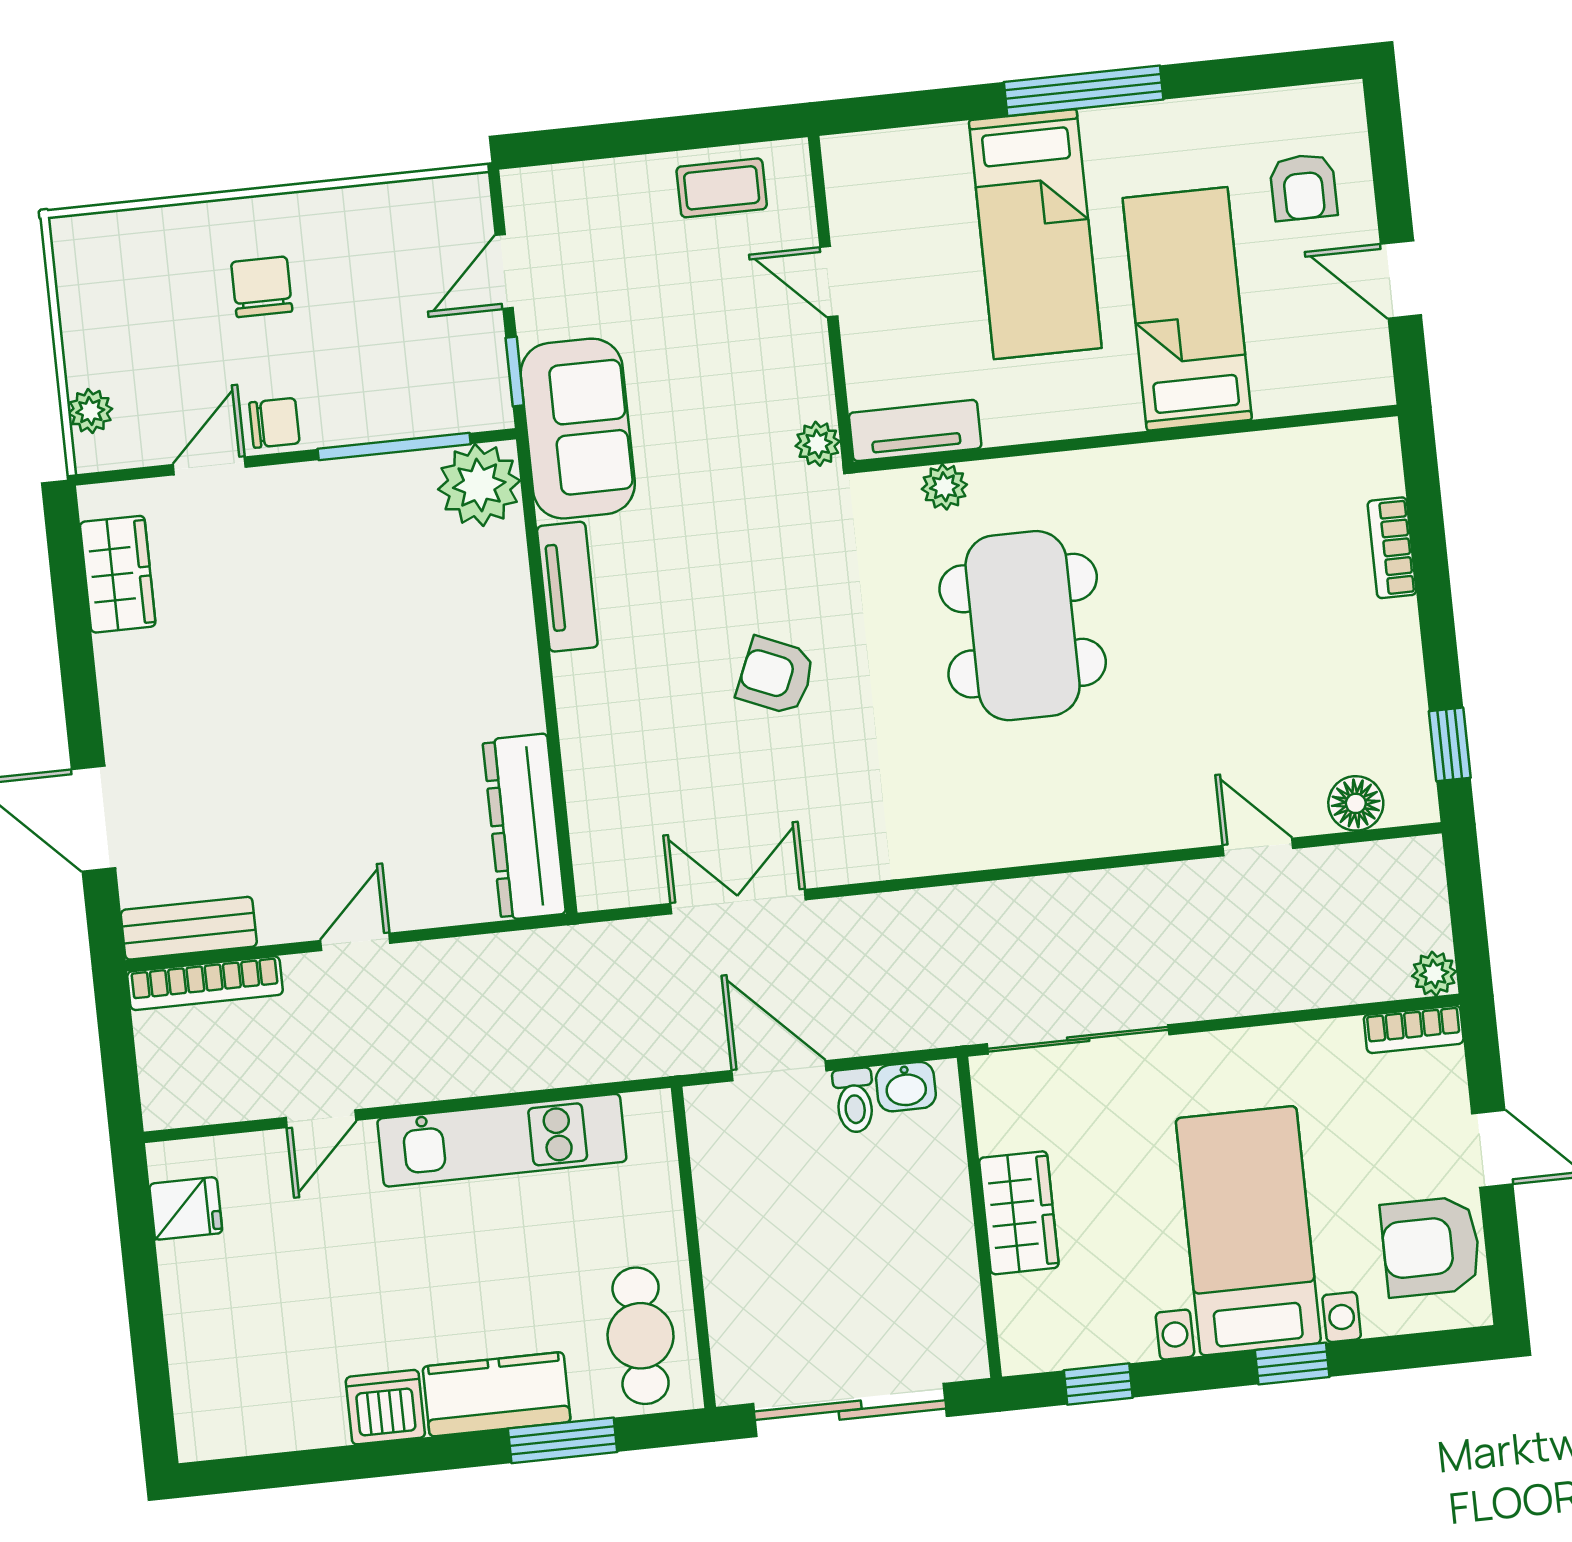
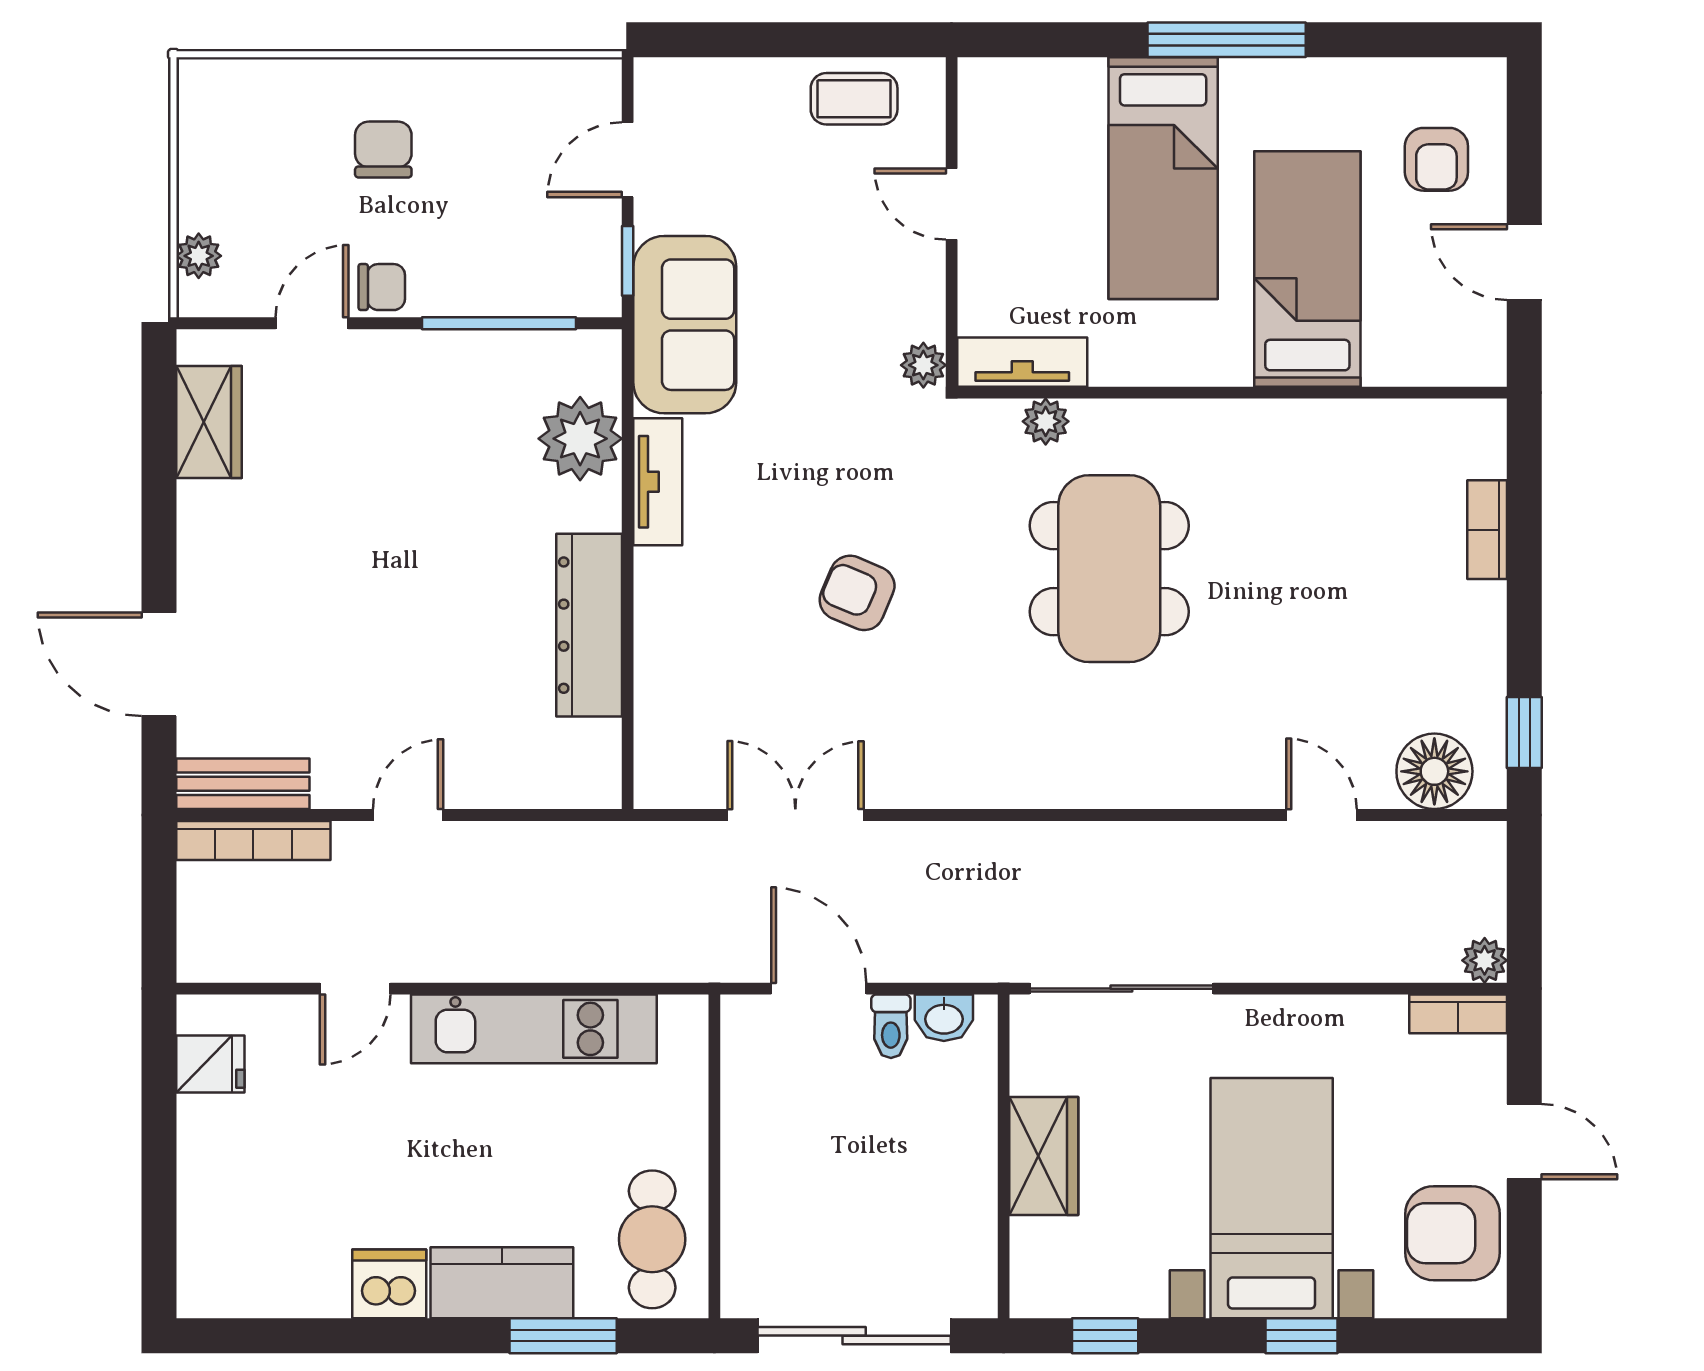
plant: (479, 485) -> (580, 439), moved
floor lamp: (1356, 803) -> (1434, 771), width x1.38, depth x1.38
dresser: (524, 827) -> (589, 625), moved

